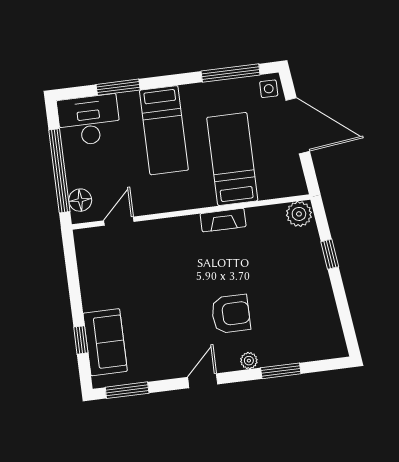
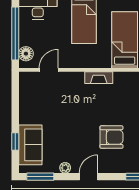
fireplace: (223, 220) -> (99, 78), moved
plant: (249, 361) -> (65, 168), moved

